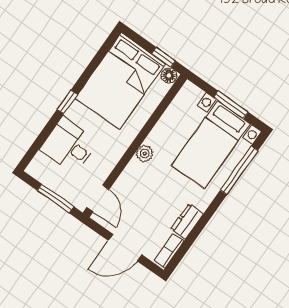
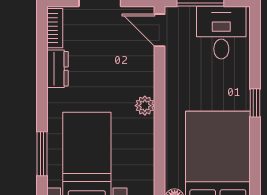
desk: (69, 146) -> (221, 33), moved, turned -90
window: (239, 170) -> (42, 154), width x0.69

